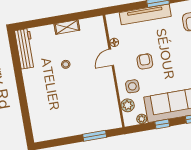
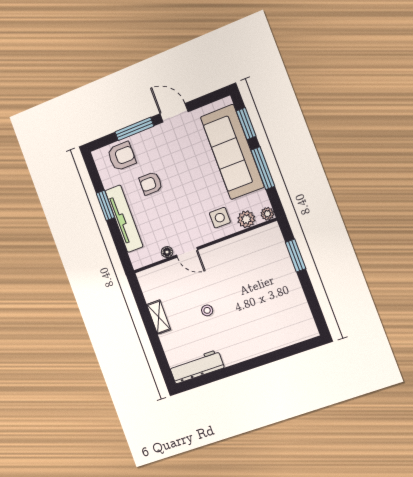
armchair: (145, 61) -> (151, 183), moved
plant: (142, 119) -> (267, 214), moved
window: (162, 124) -> (263, 168), width x2.17

